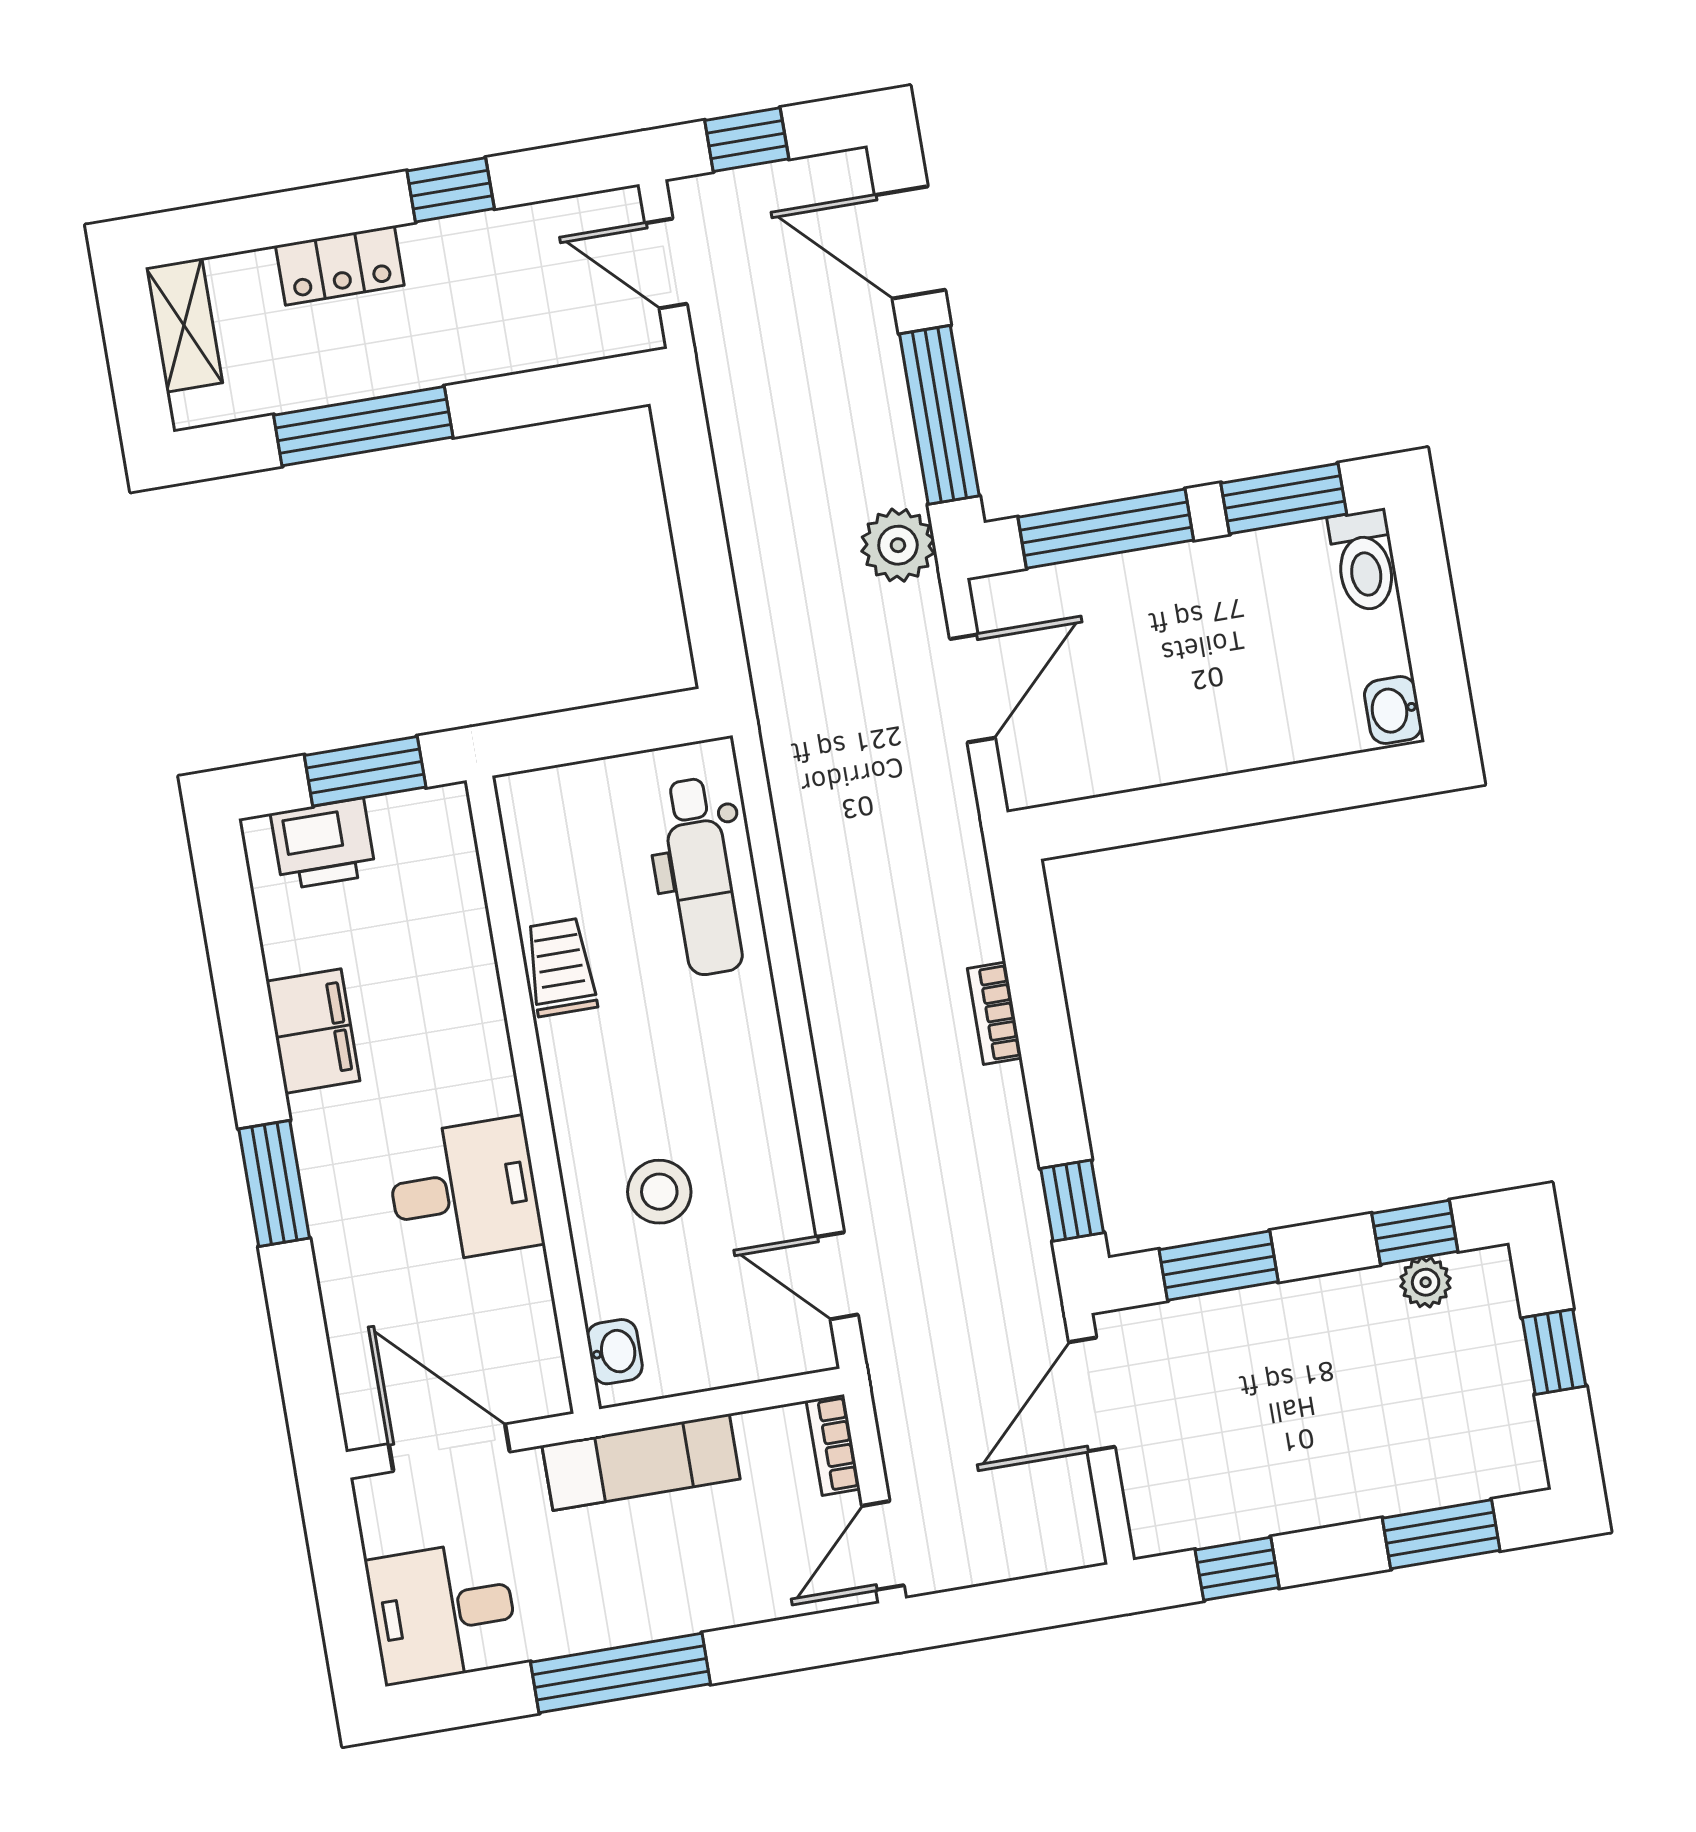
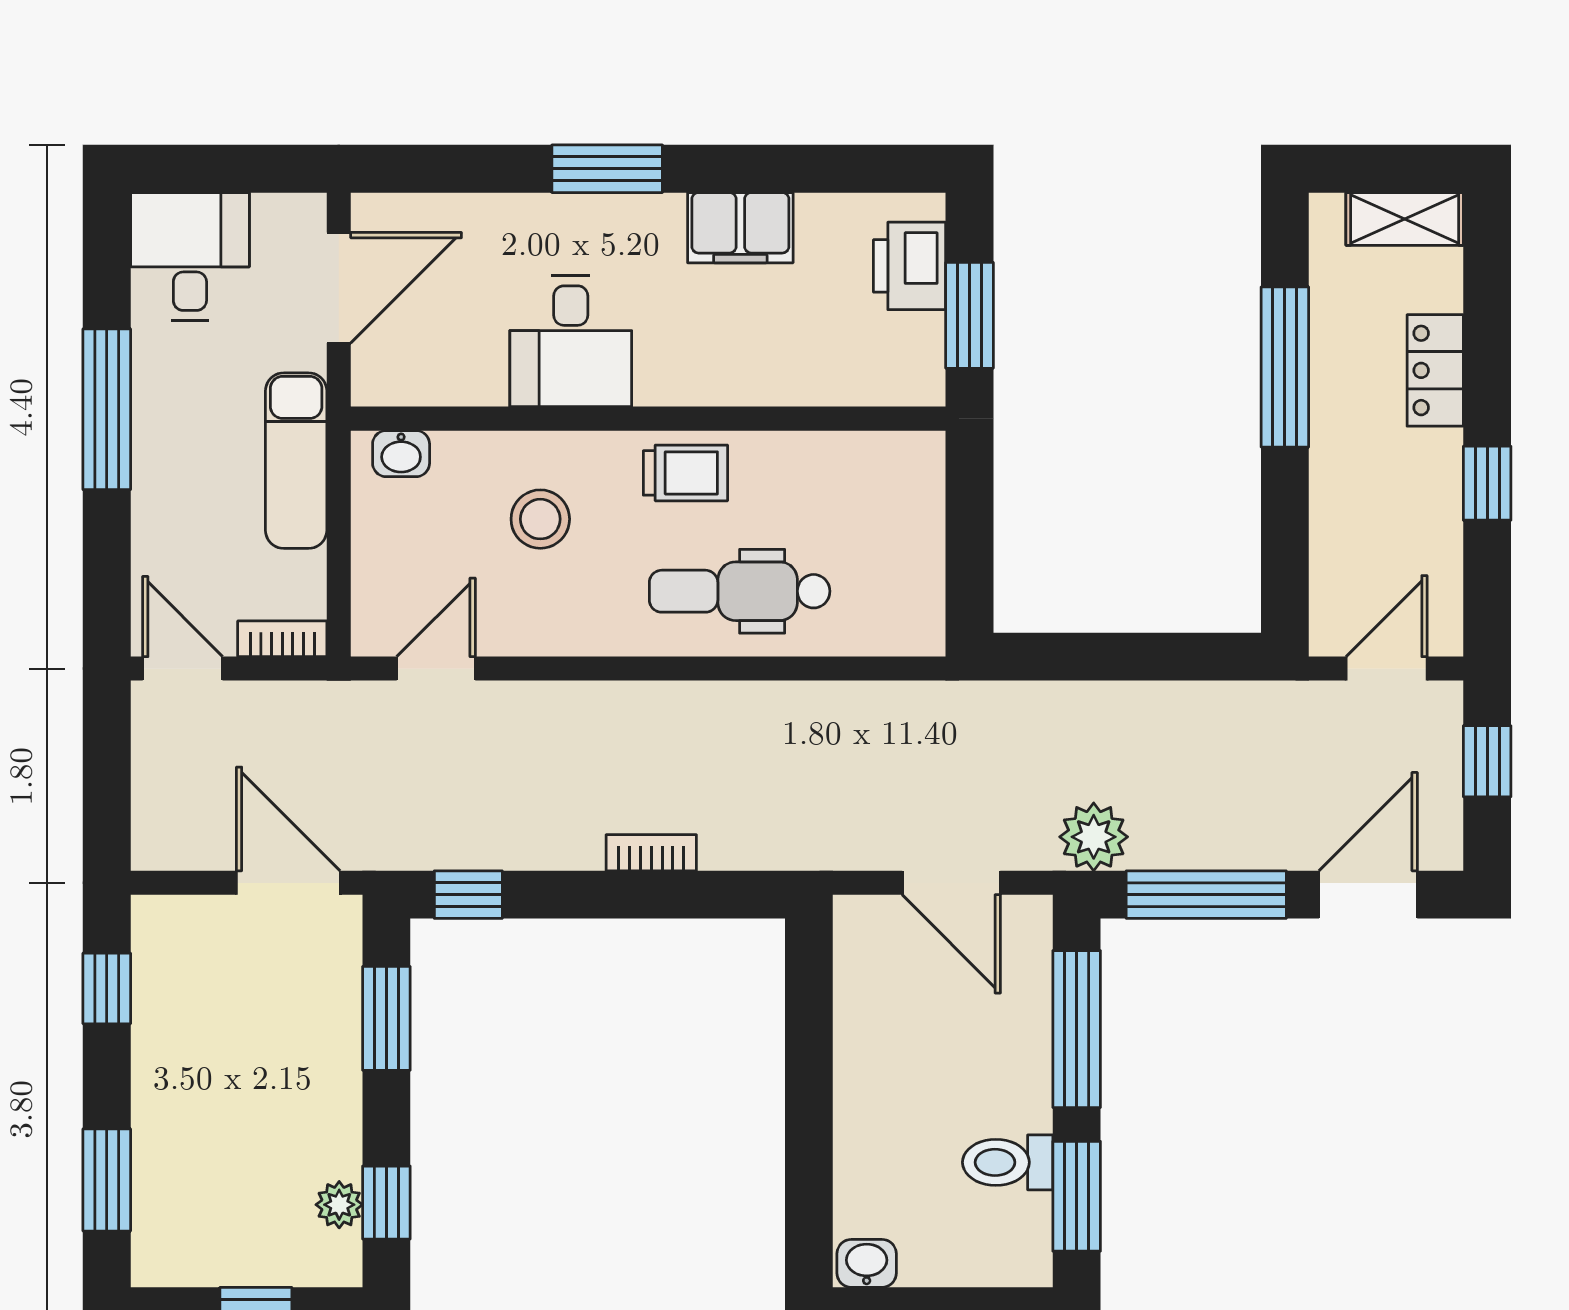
toilet: (1364, 561) -> (1008, 1162), moved
dental chair: (702, 877) -> (740, 591), moved
trolley: (561, 967) -> (685, 473), moved

